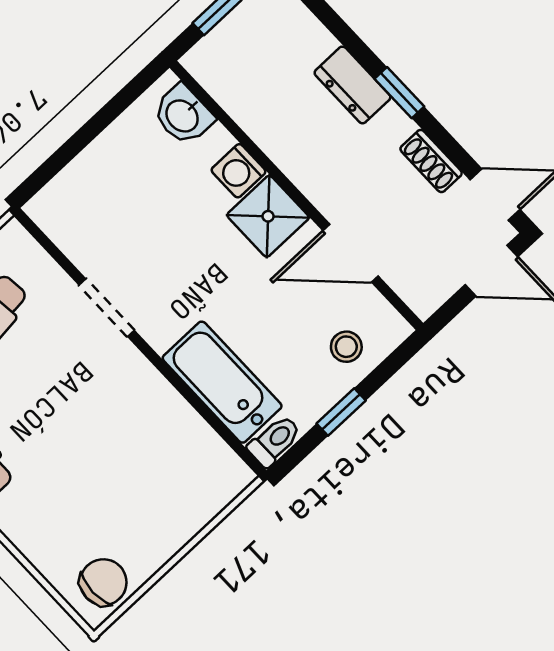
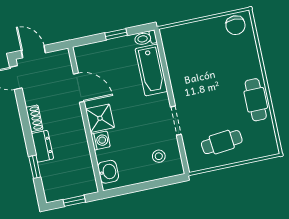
window: (399, 93) -> (35, 167), moved
shoe rack: (431, 161) -> (34, 118), moved
stool: (346, 347) -> (159, 156), moved
chair: (103, 582) -> (235, 25), turned -90

